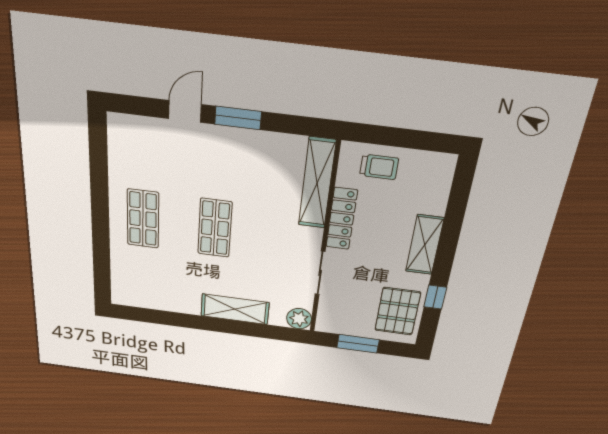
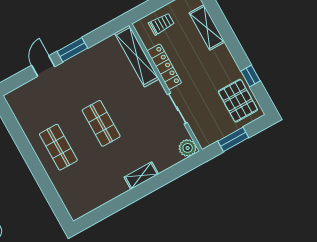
shelving: (425, 245) -> (207, 27), moved
shelving: (235, 309) -> (141, 176), width x0.67, depth x0.75

